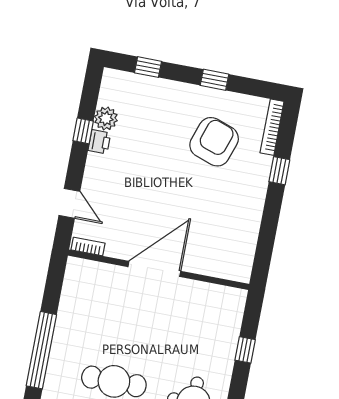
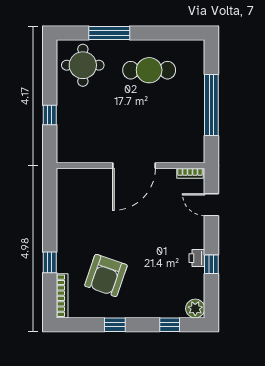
plant: (106, 118) -> (195, 309), moved
window: (41, 350) -> (211, 105), moved

